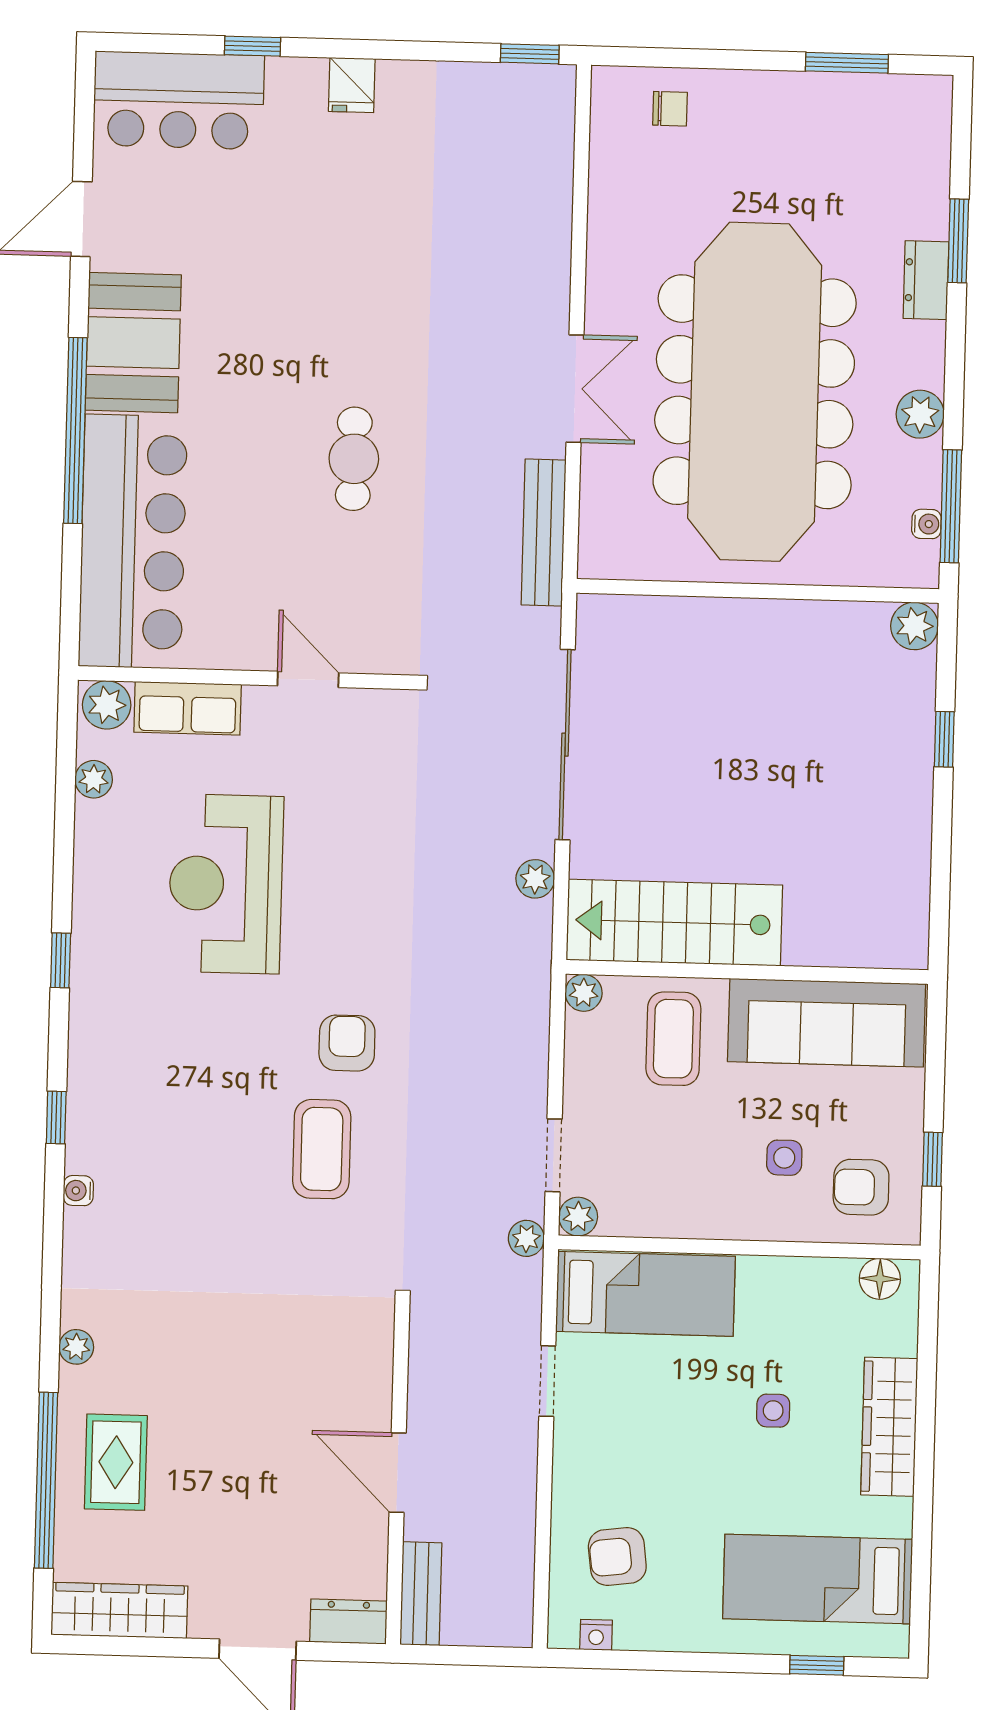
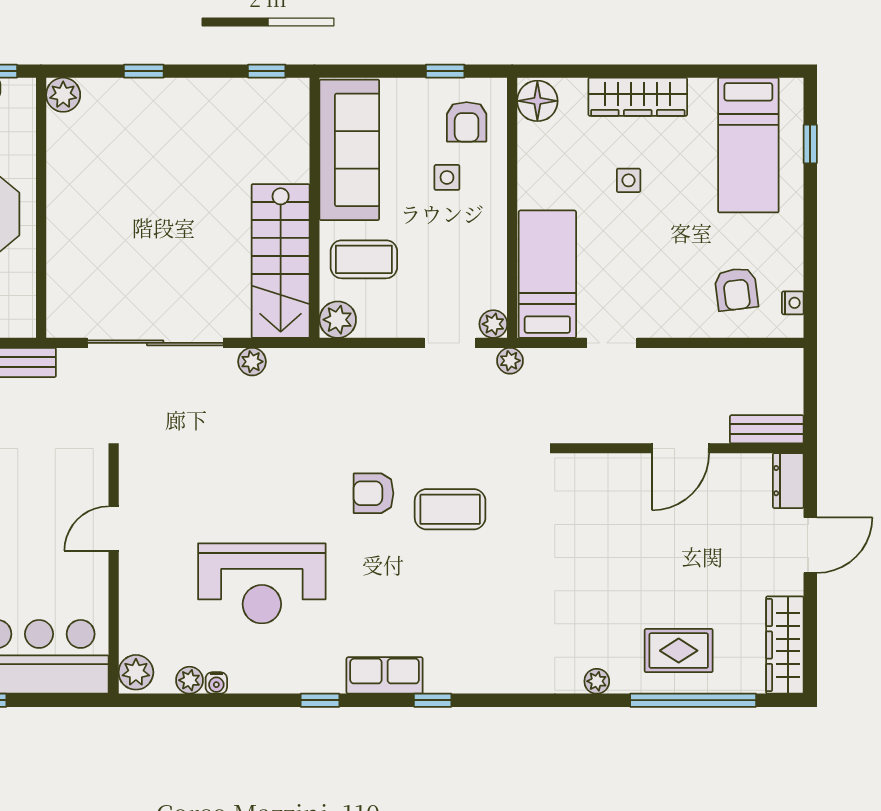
row of seats: (188, 708) -> (385, 675), moved, turned -90
window: (939, 911) -> (267, 71), added
plant: (584, 993) -> (338, 320), width x1.38, depth x1.38
water cooler: (78, 1191) -> (216, 683), moved
floor lamp: (880, 1279) -> (537, 101), width x1.38, depth x1.38

